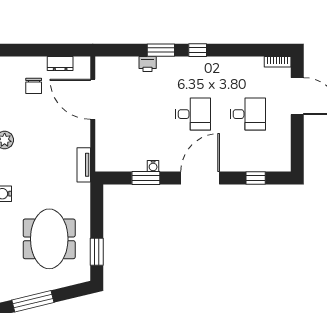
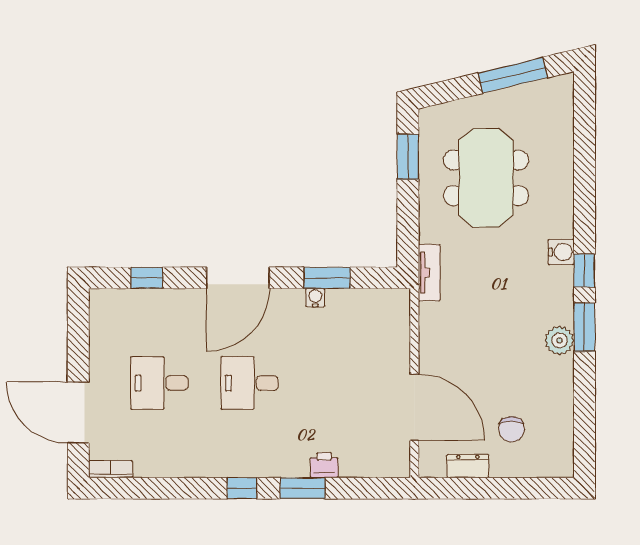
chair: (34, 86) -> (512, 429), turned 180
tv unit: (84, 165) -> (429, 273), moved

